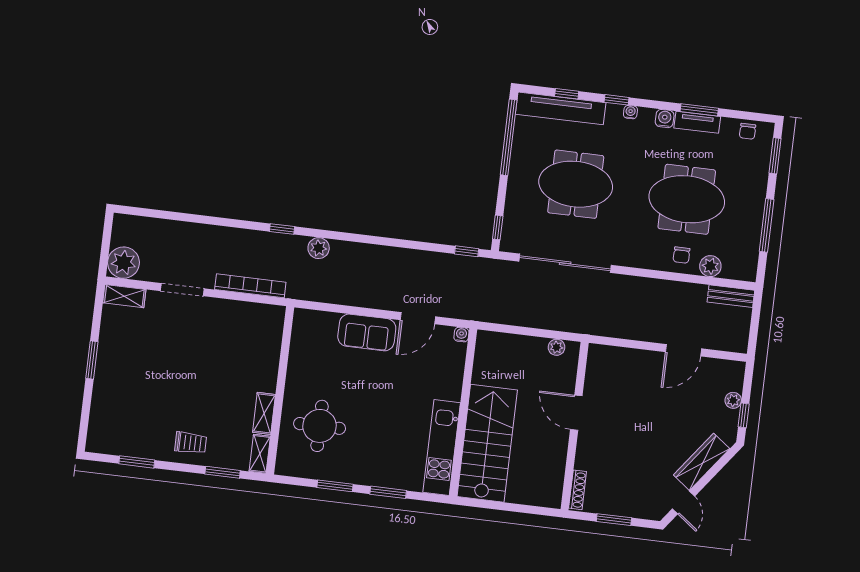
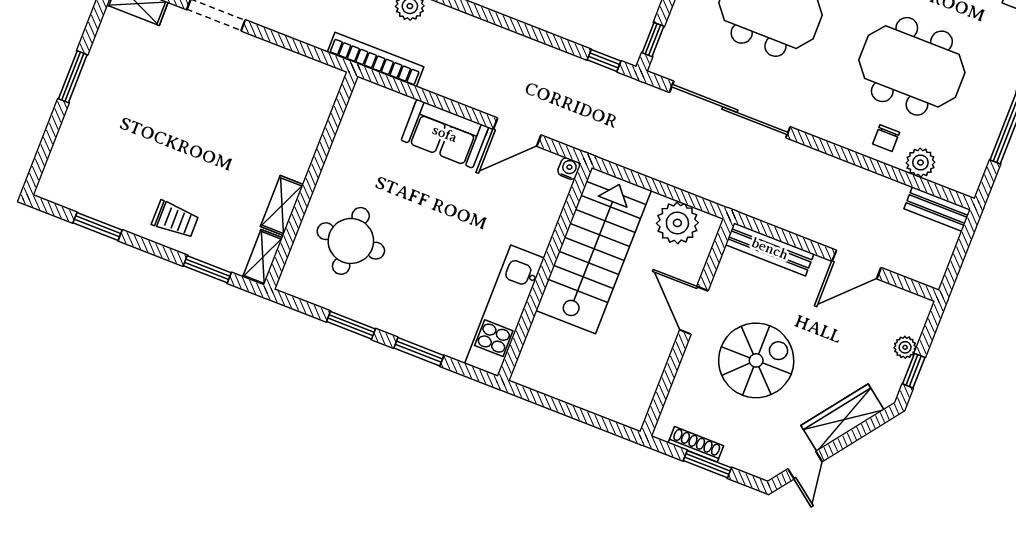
bookcase: (250, 286) -> (376, 59), moved
plant: (557, 347) -> (677, 223), width x1.88, depth x1.88
bench: (619, 355) -> (770, 249), added
spiral stairs: (630, 437) -> (756, 360), added
stairs: (487, 443) -> (593, 250), moved
shoe rack: (578, 490) -> (696, 444), moved, turned -90

